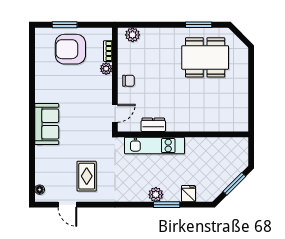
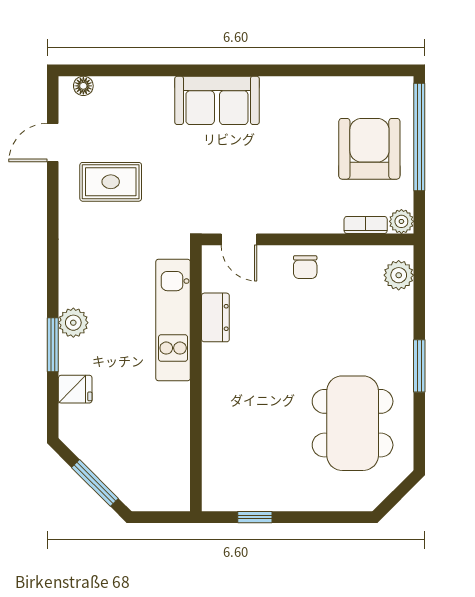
window: (65, 25) -> (419, 137), width x2.11
window: (199, 25) -> (419, 366), moved
plant: (106, 69) -> (401, 221), moved
window: (251, 105) -> (255, 517), added

